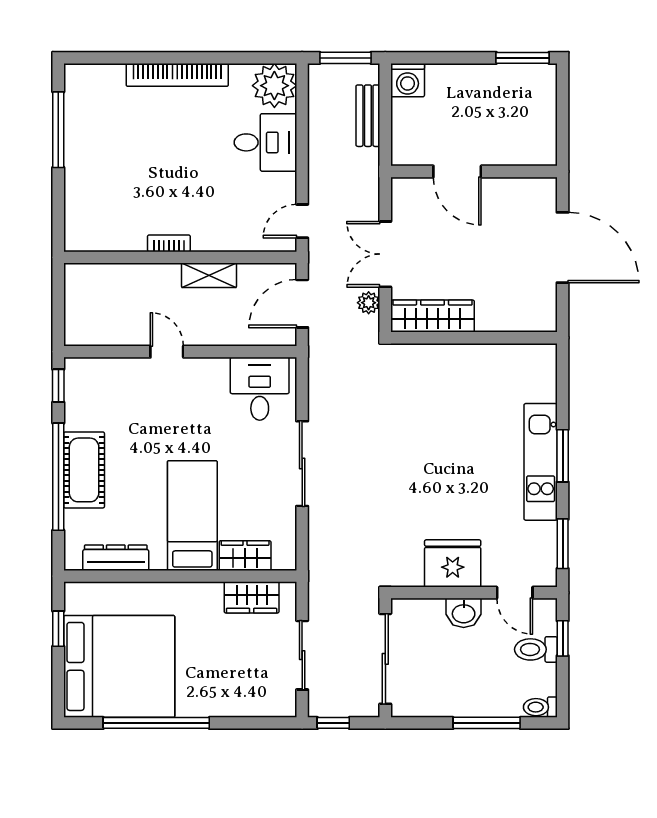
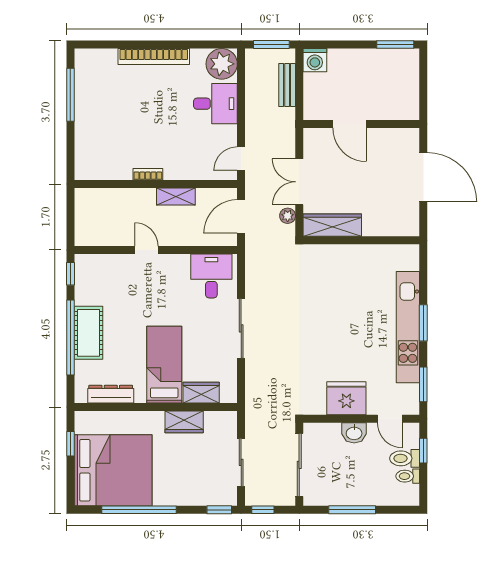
kitchen unit: (541, 462) -> (408, 327), width x1.36
wardrobe: (252, 597) -> (184, 422), moved
toilet: (540, 707) -> (408, 476), moved
window: (271, 723) -> (219, 510), added
window: (487, 723) -> (352, 510), moved

